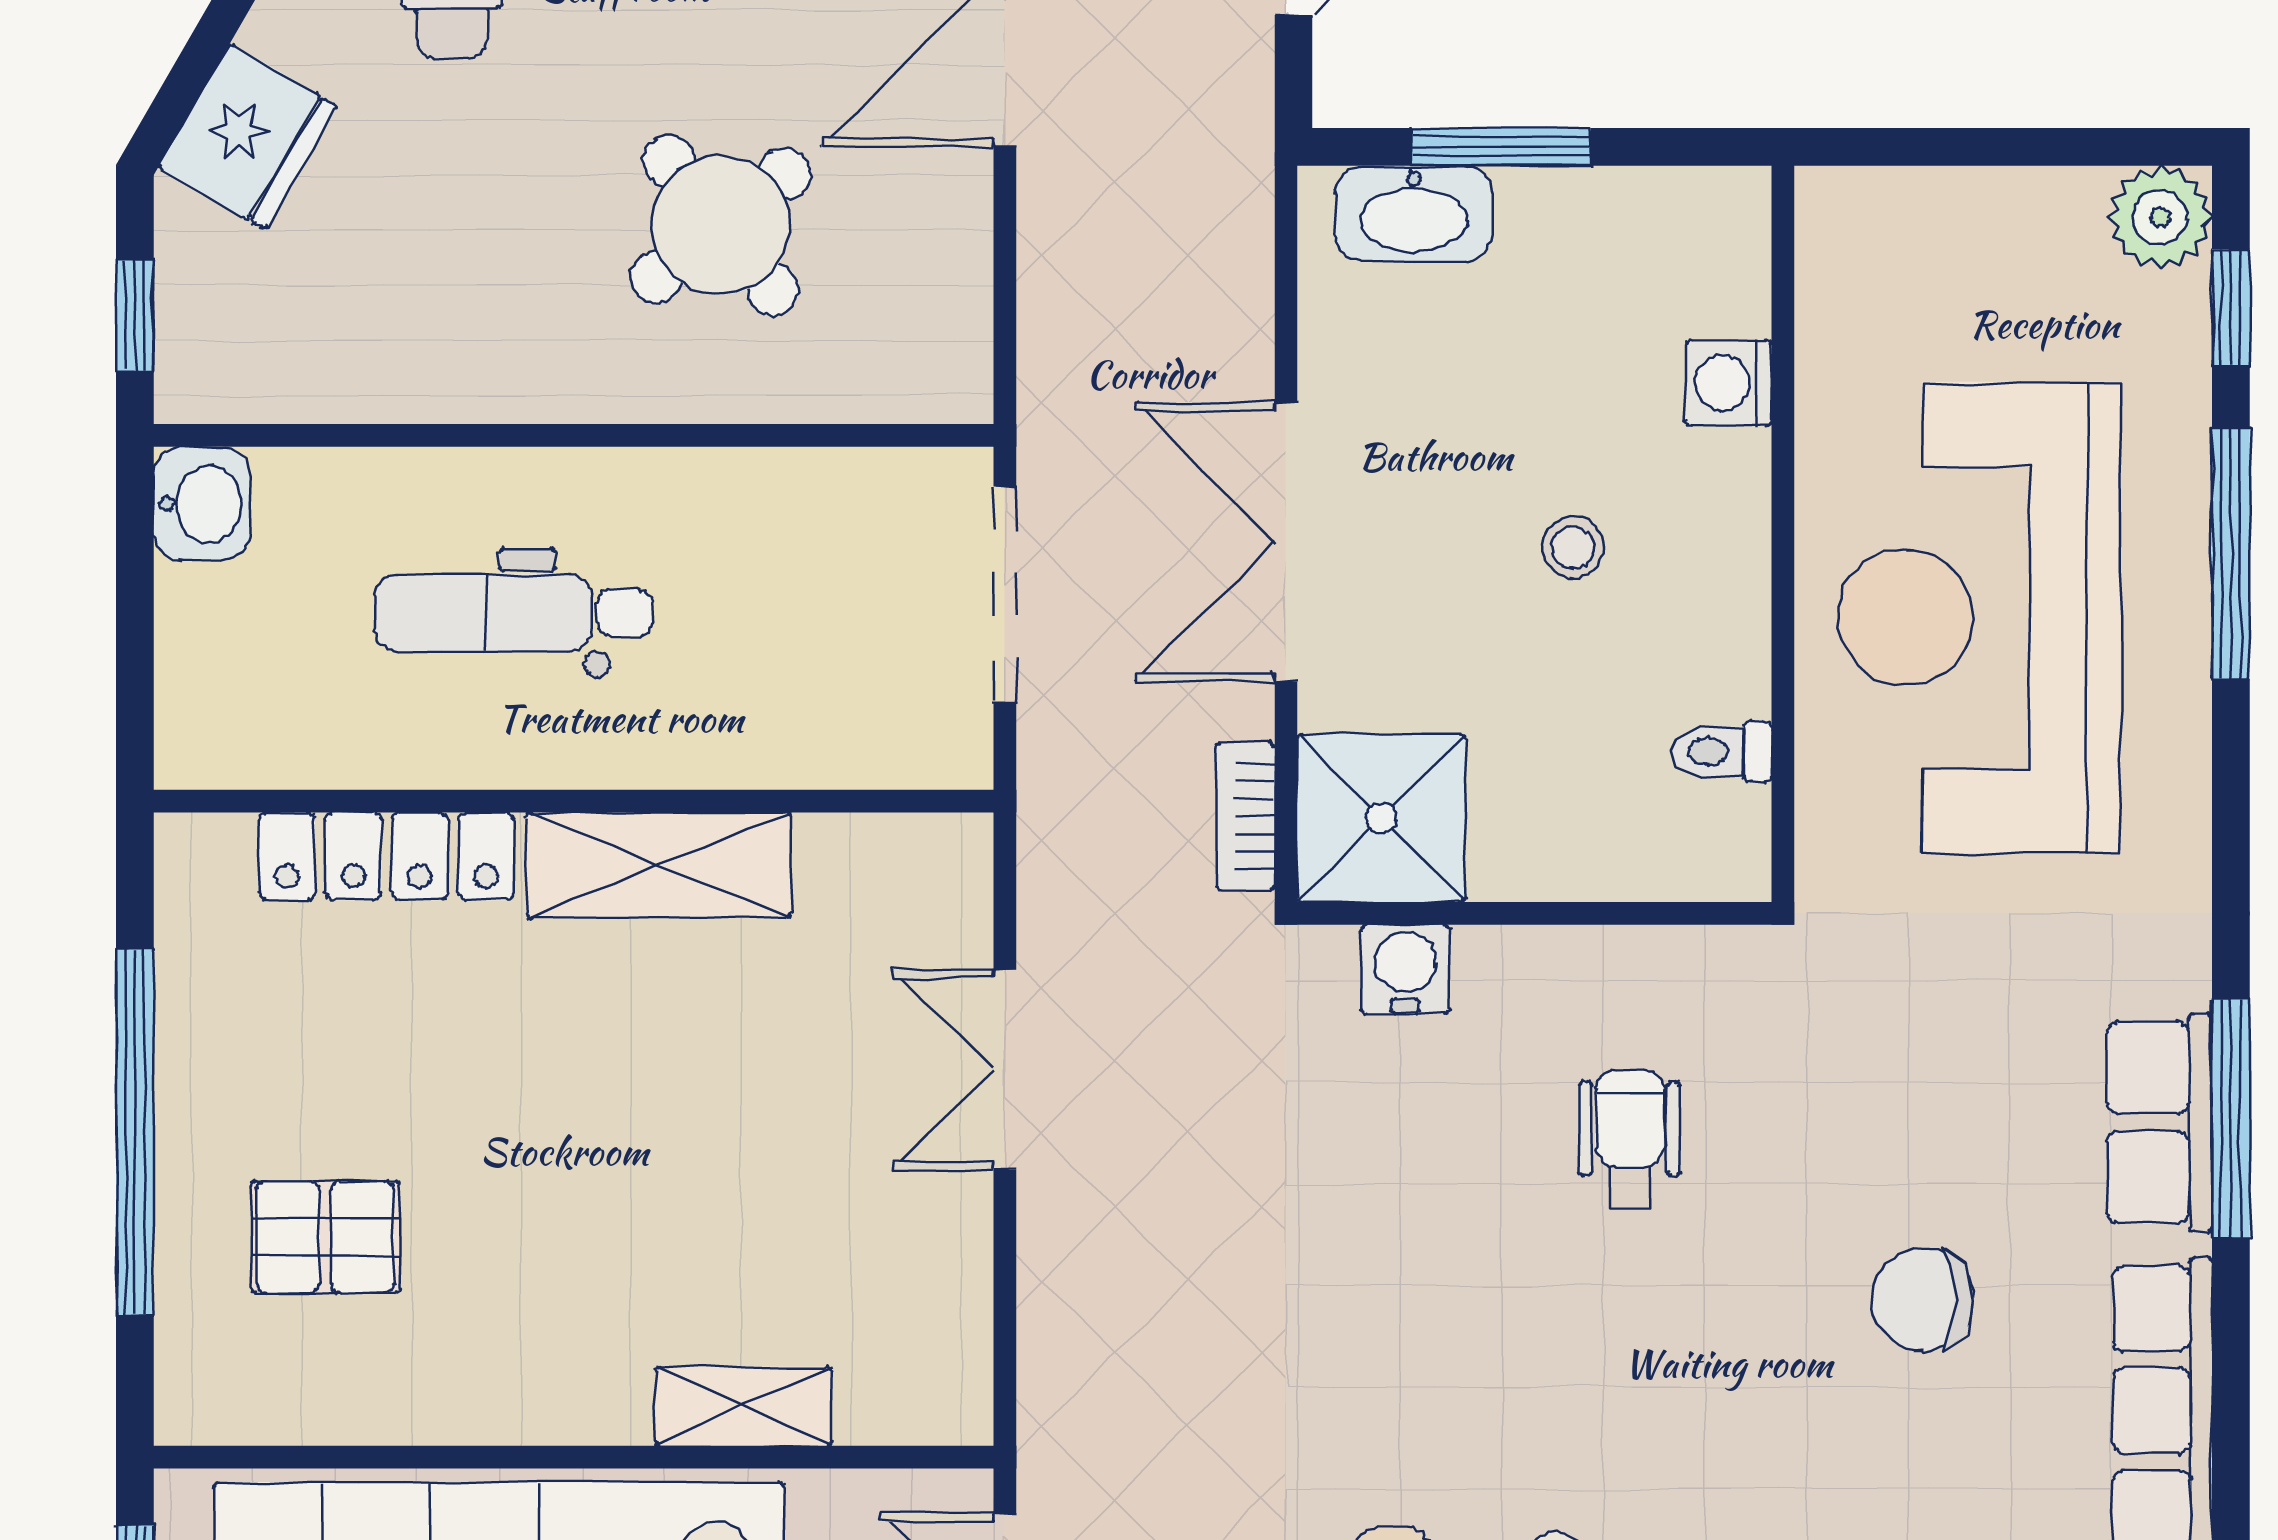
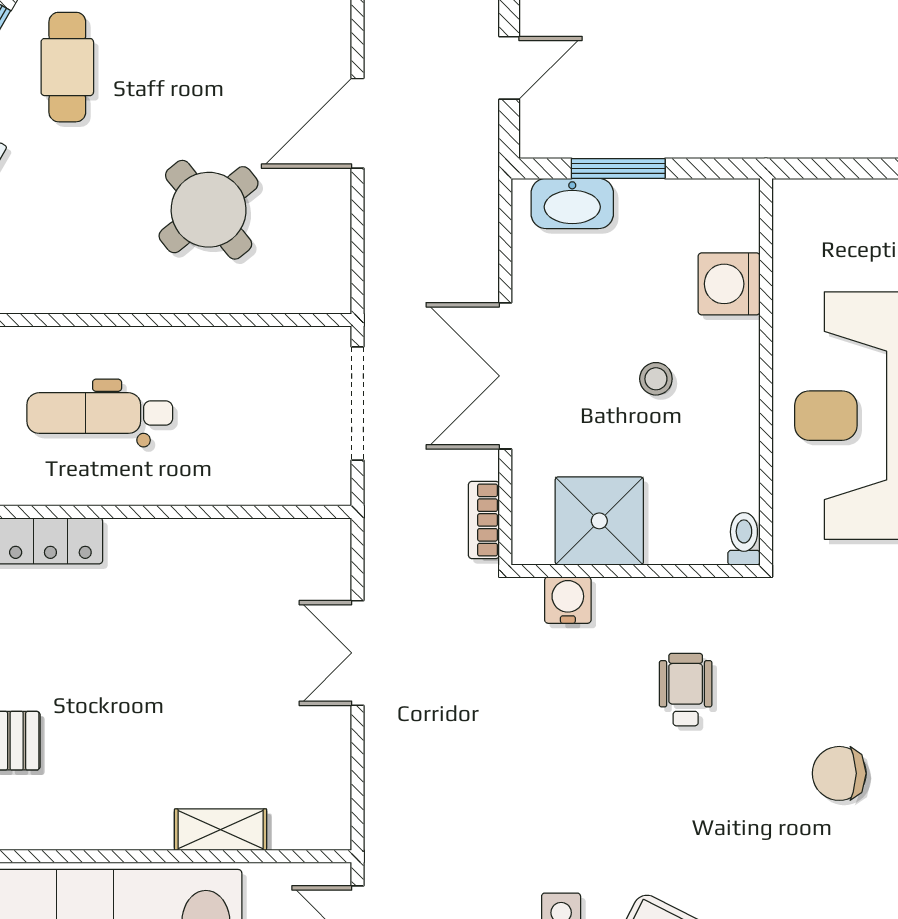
washing machine: (1729, 383) -> (729, 284), width x1.38, depth x1.38
toilet: (1722, 751) -> (744, 539), moved, turned 90
shower: (1381, 818) -> (599, 521), moved
shelving: (659, 865) -> (176, 546), removed

